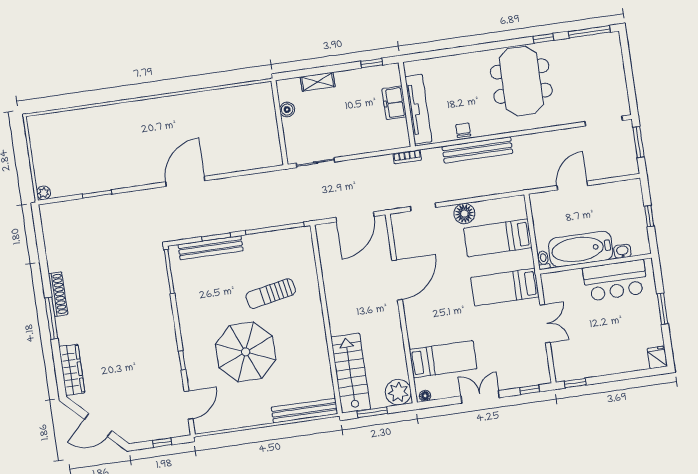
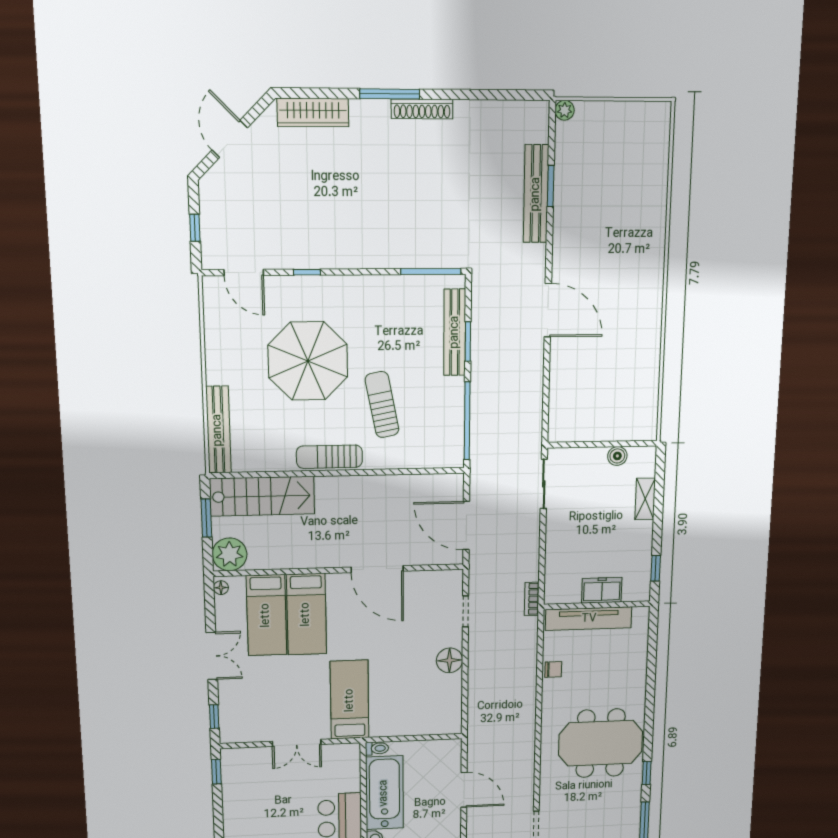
bench: (477, 150) -> (536, 194), moved
bed: (498, 238) -> (306, 614), moved, turned 180
sun lounger: (315, 327) -> (329, 457), added

